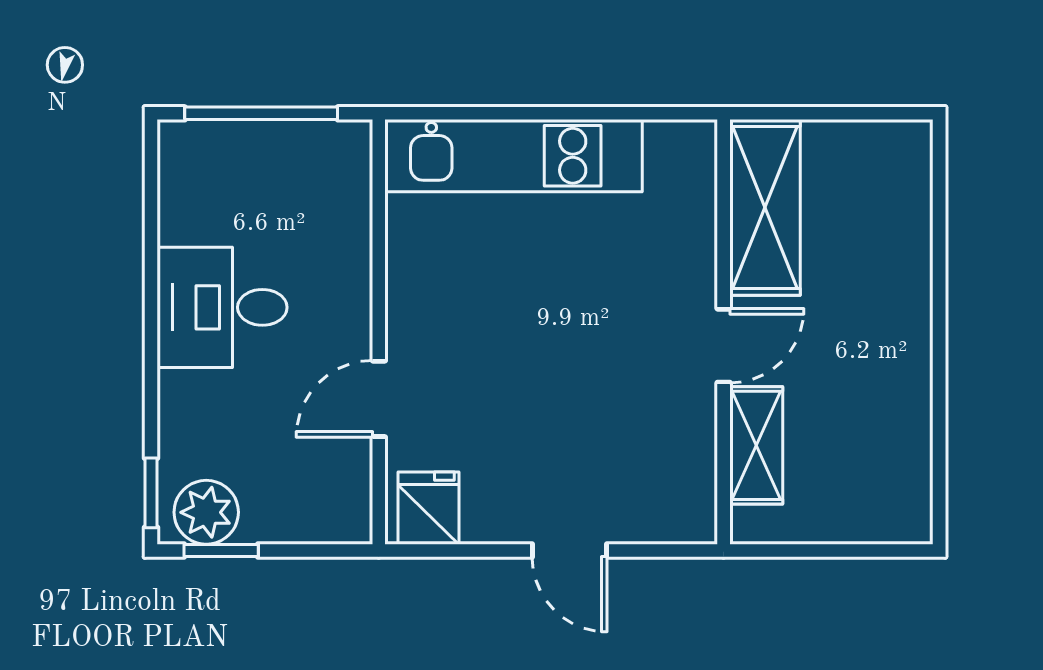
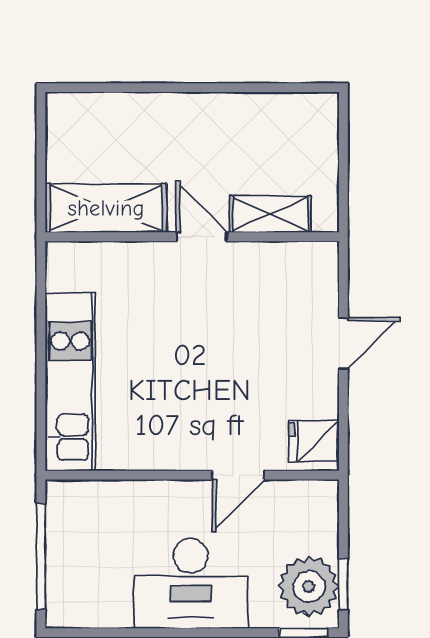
desk: (222, 307) -> (191, 584), width x1.37
door: (379, 399) -> (238, 475), hinge flipped
plant: (206, 512) -> (309, 586), width x1.36, depth x1.36

